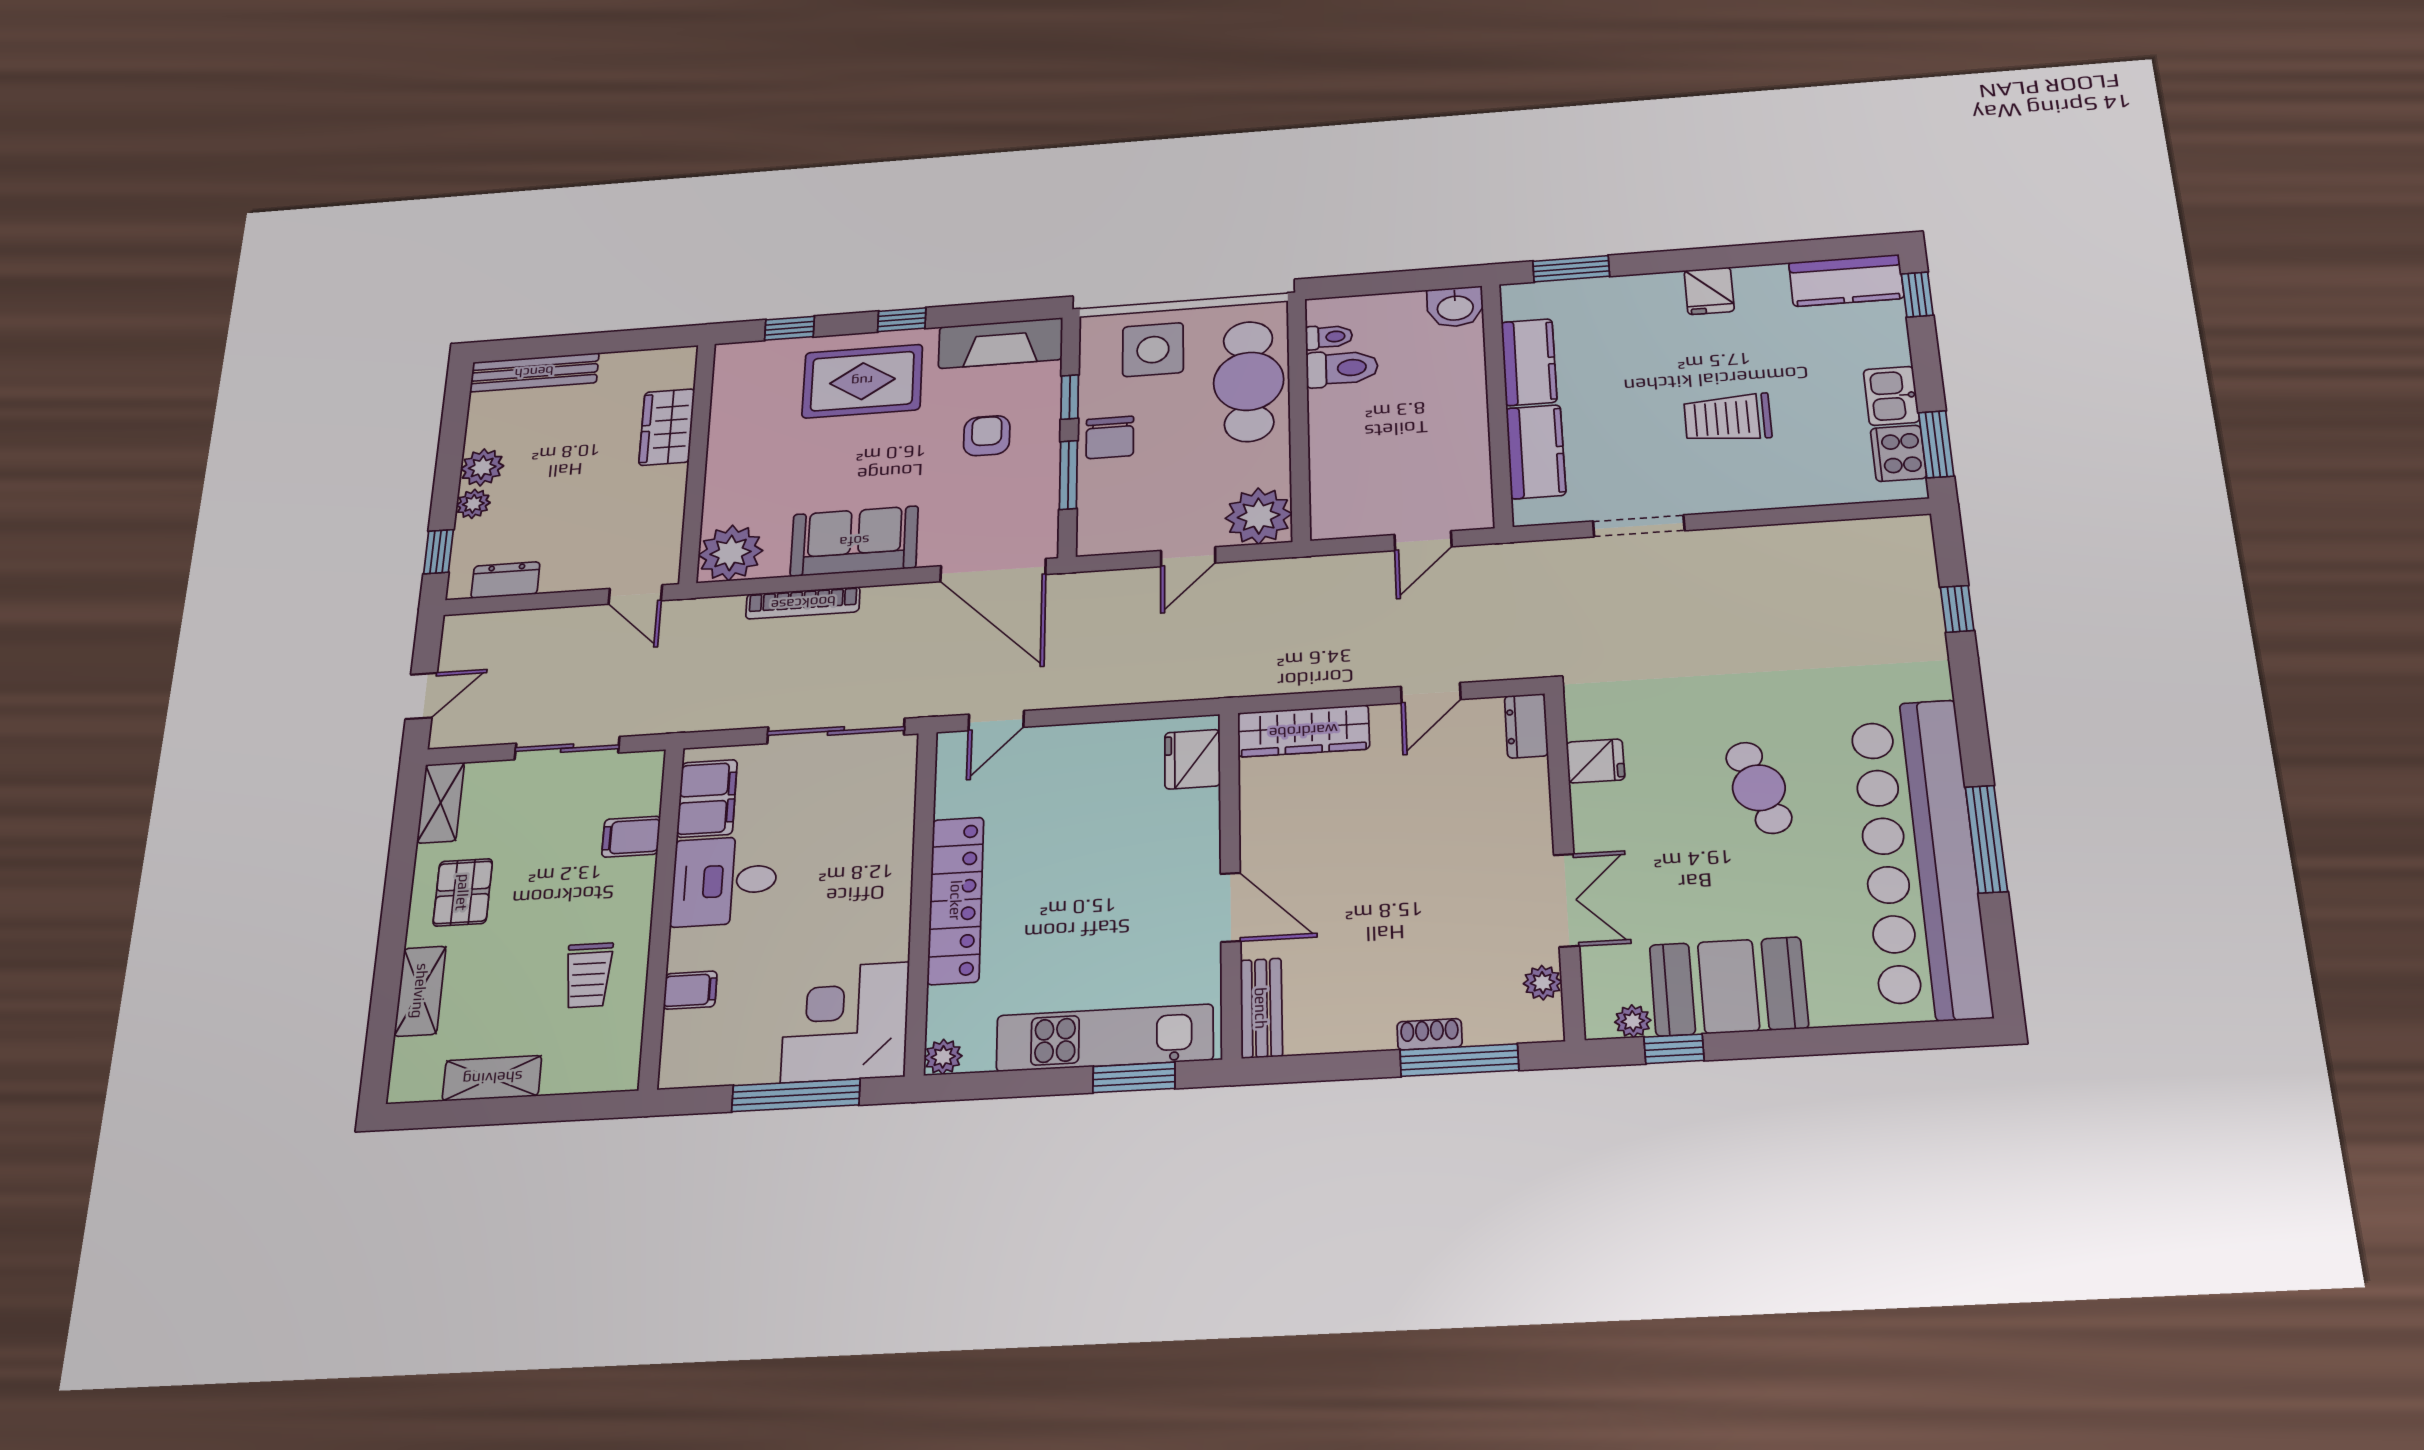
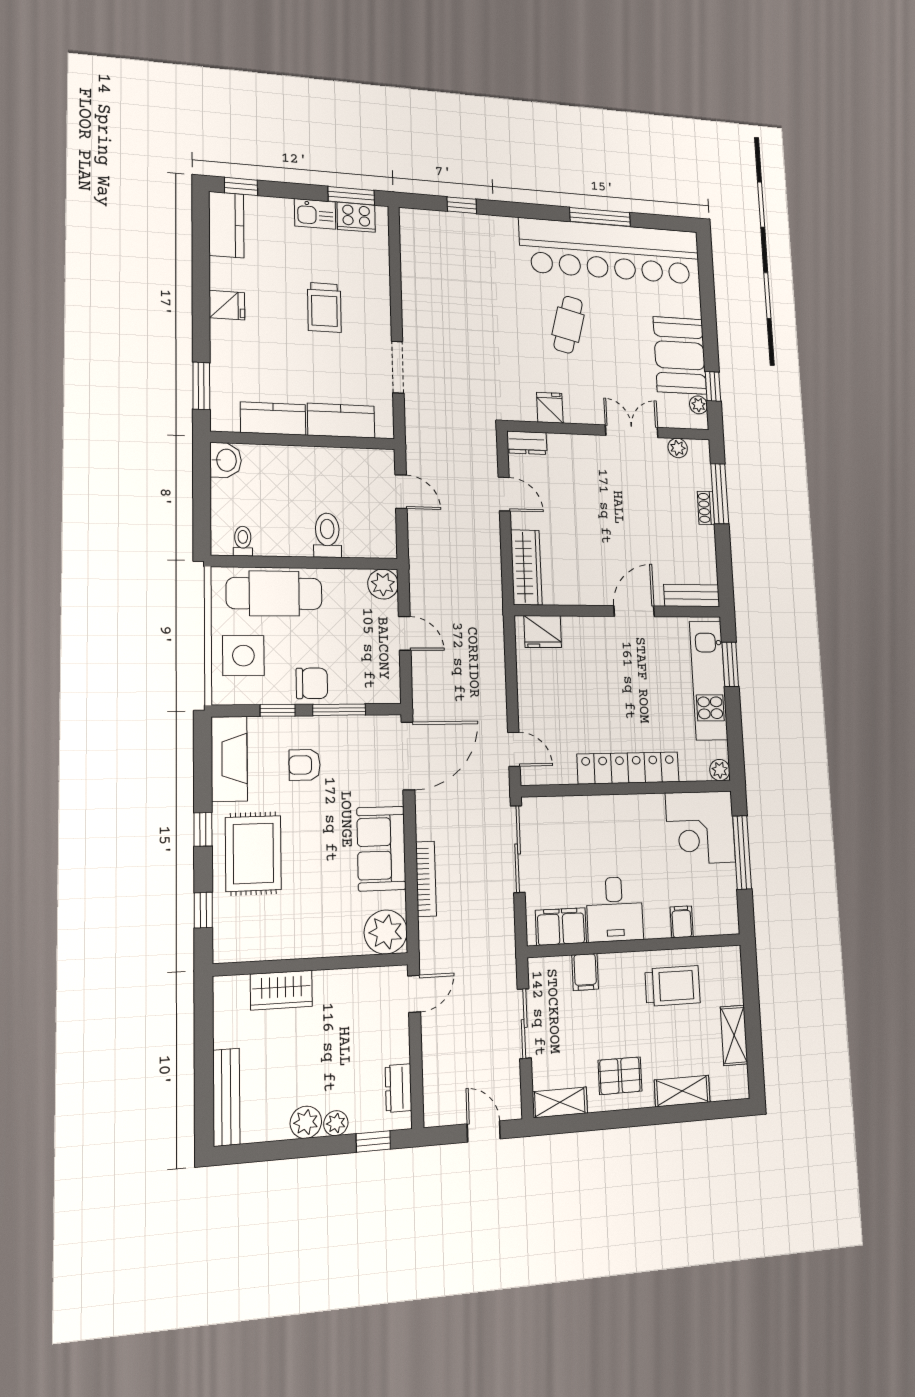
toilet: (1342, 368) -> (327, 535), moved
plant: (1259, 516) -> (383, 584), width x0.73, depth x0.73
cafe table: (1759, 788) -> (568, 325), turned -58
trolley: (588, 975) -> (673, 986), width x1.36, depth x1.39

